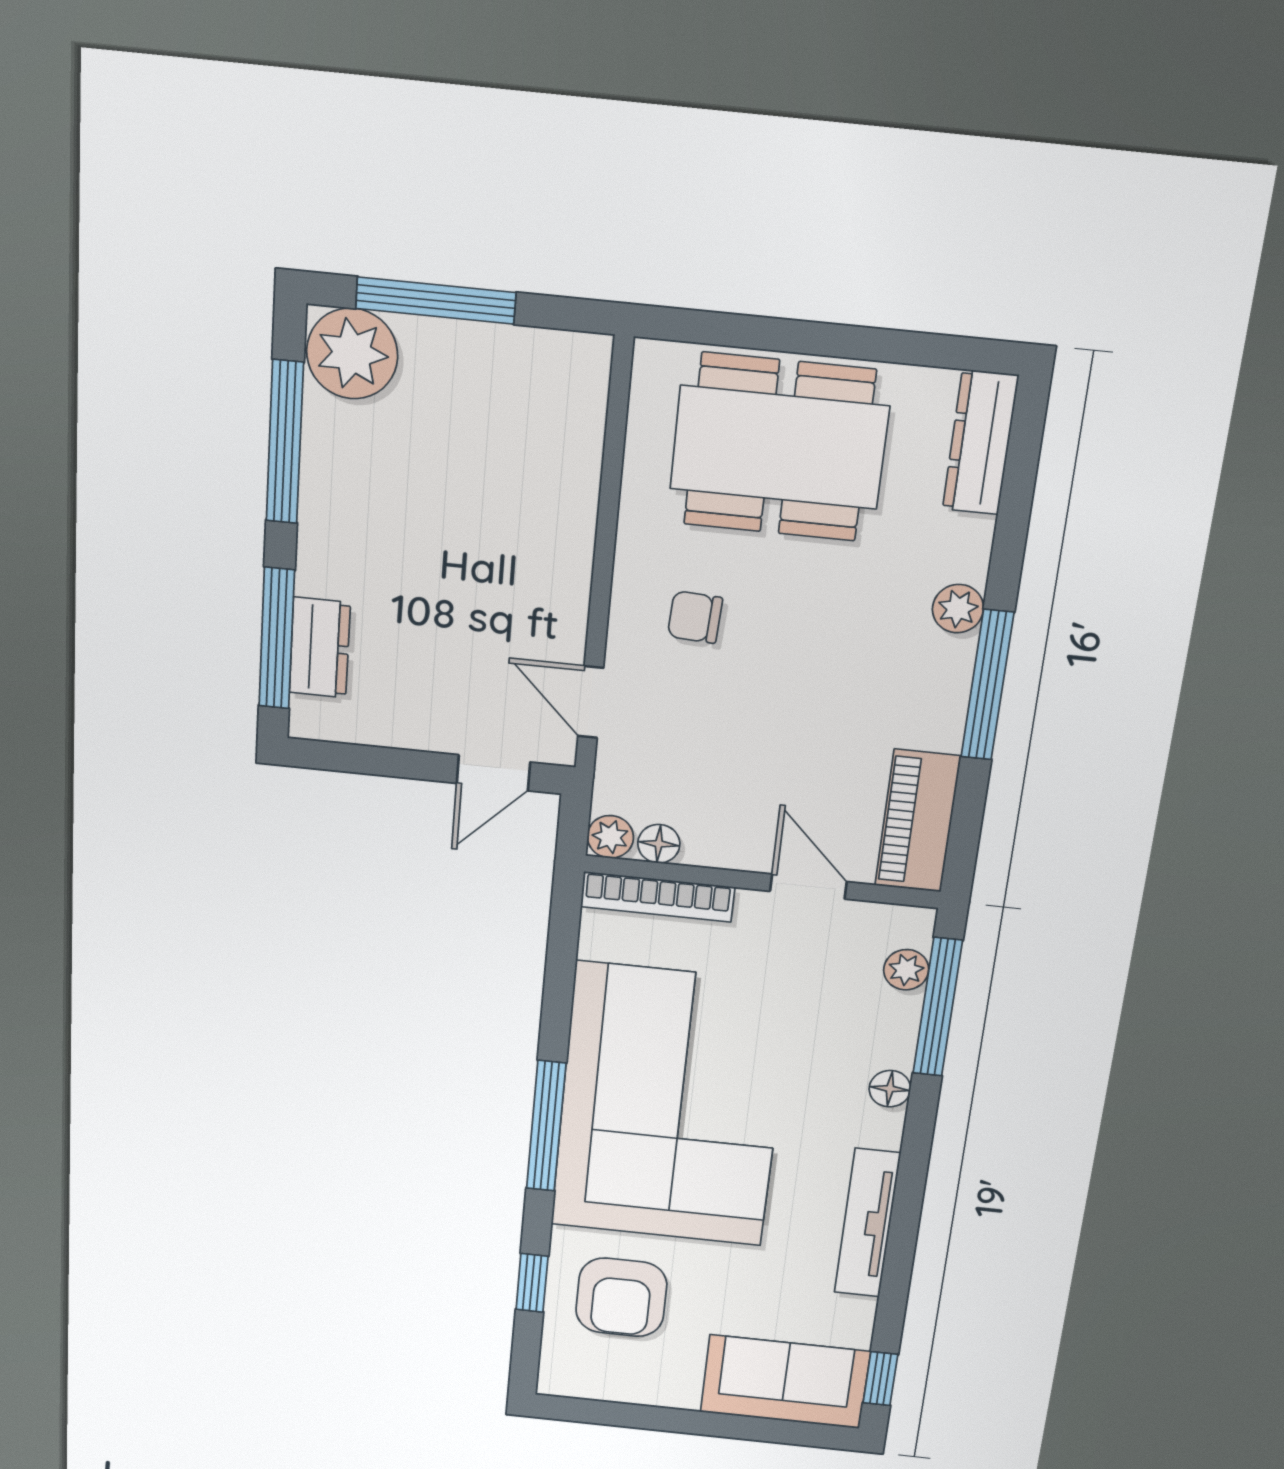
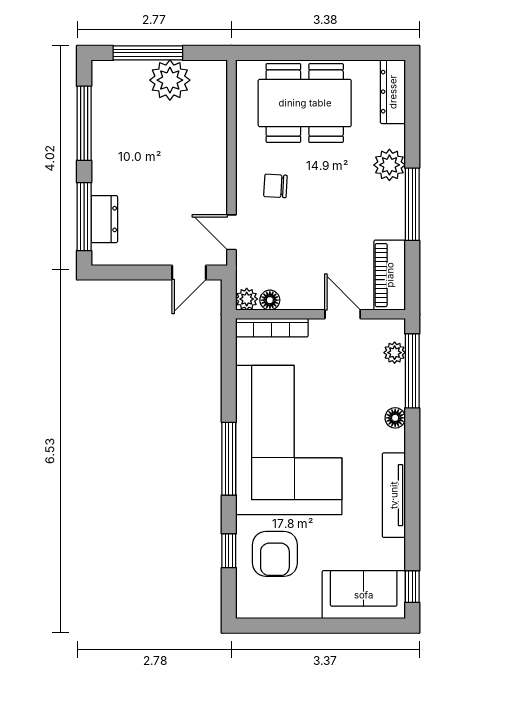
plant: (352, 354) -> (170, 80), moved
plant: (958, 609) -> (389, 165), width x1.38, depth x1.38

